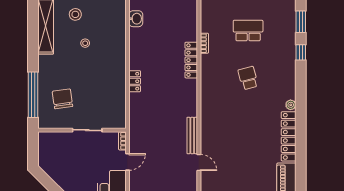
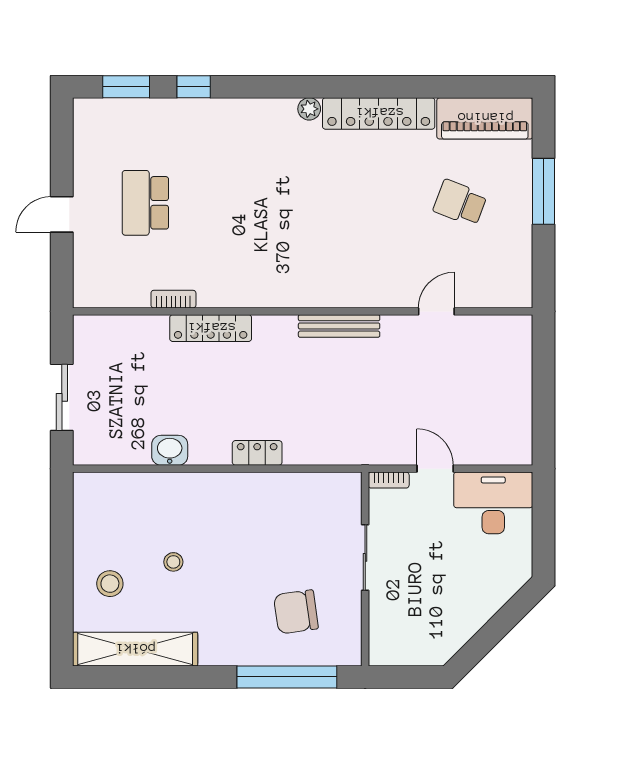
washbasin: (136, 19) -> (170, 450), moved
school desk: (248, 78) -> (460, 203), moved, turned 36
bench: (192, 135) -> (339, 326), moved

